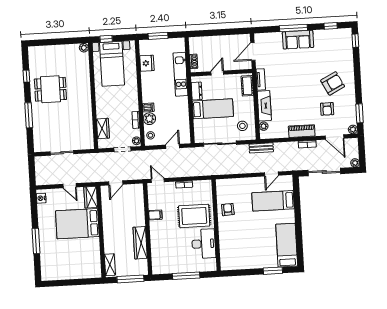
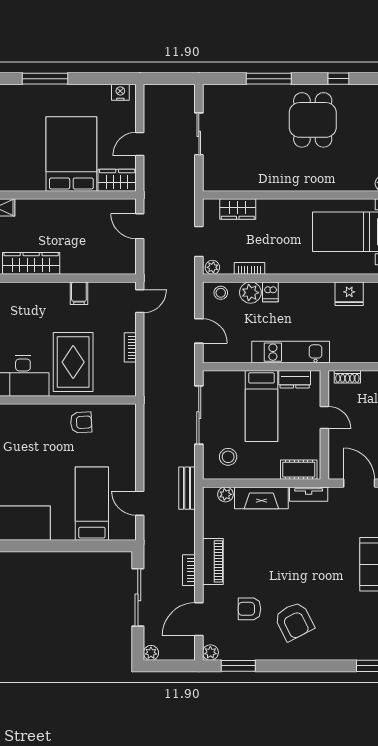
kitchen unit: (180, 74) -> (291, 352), moved

